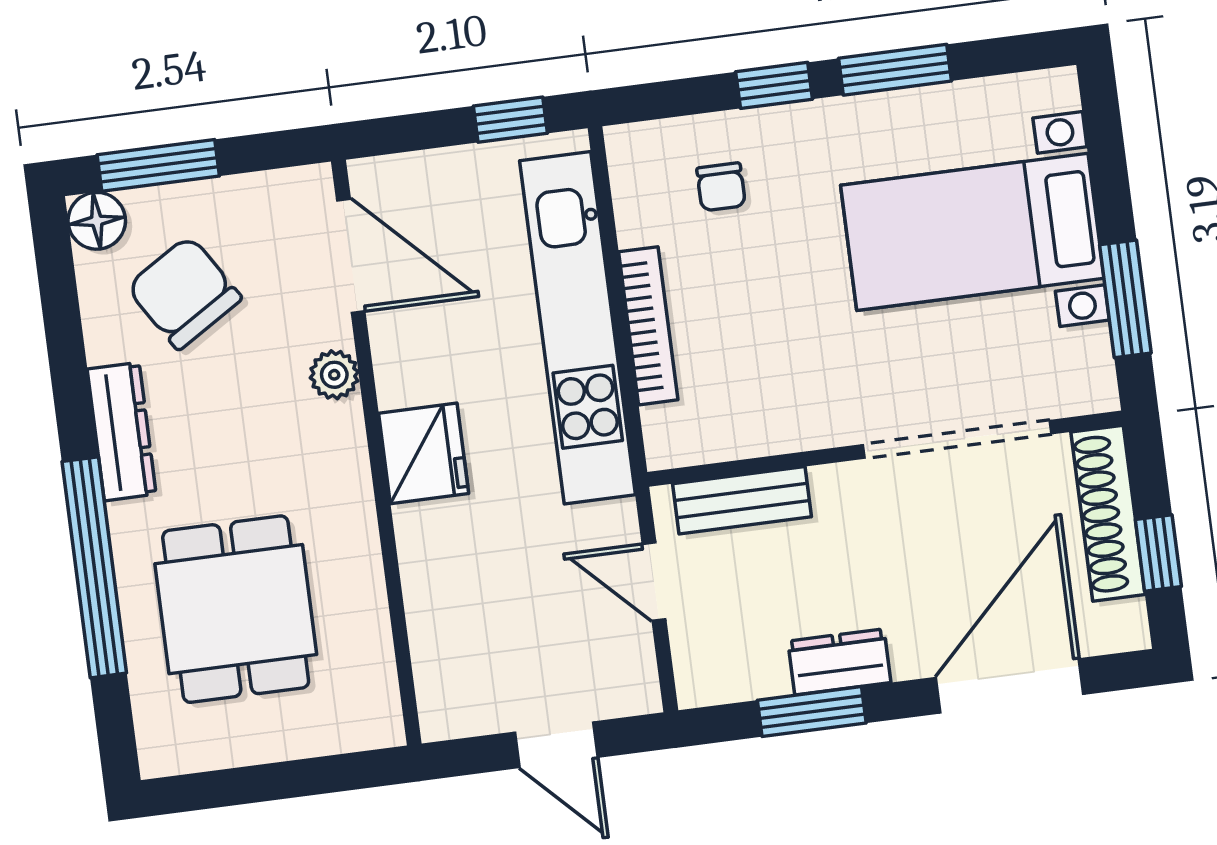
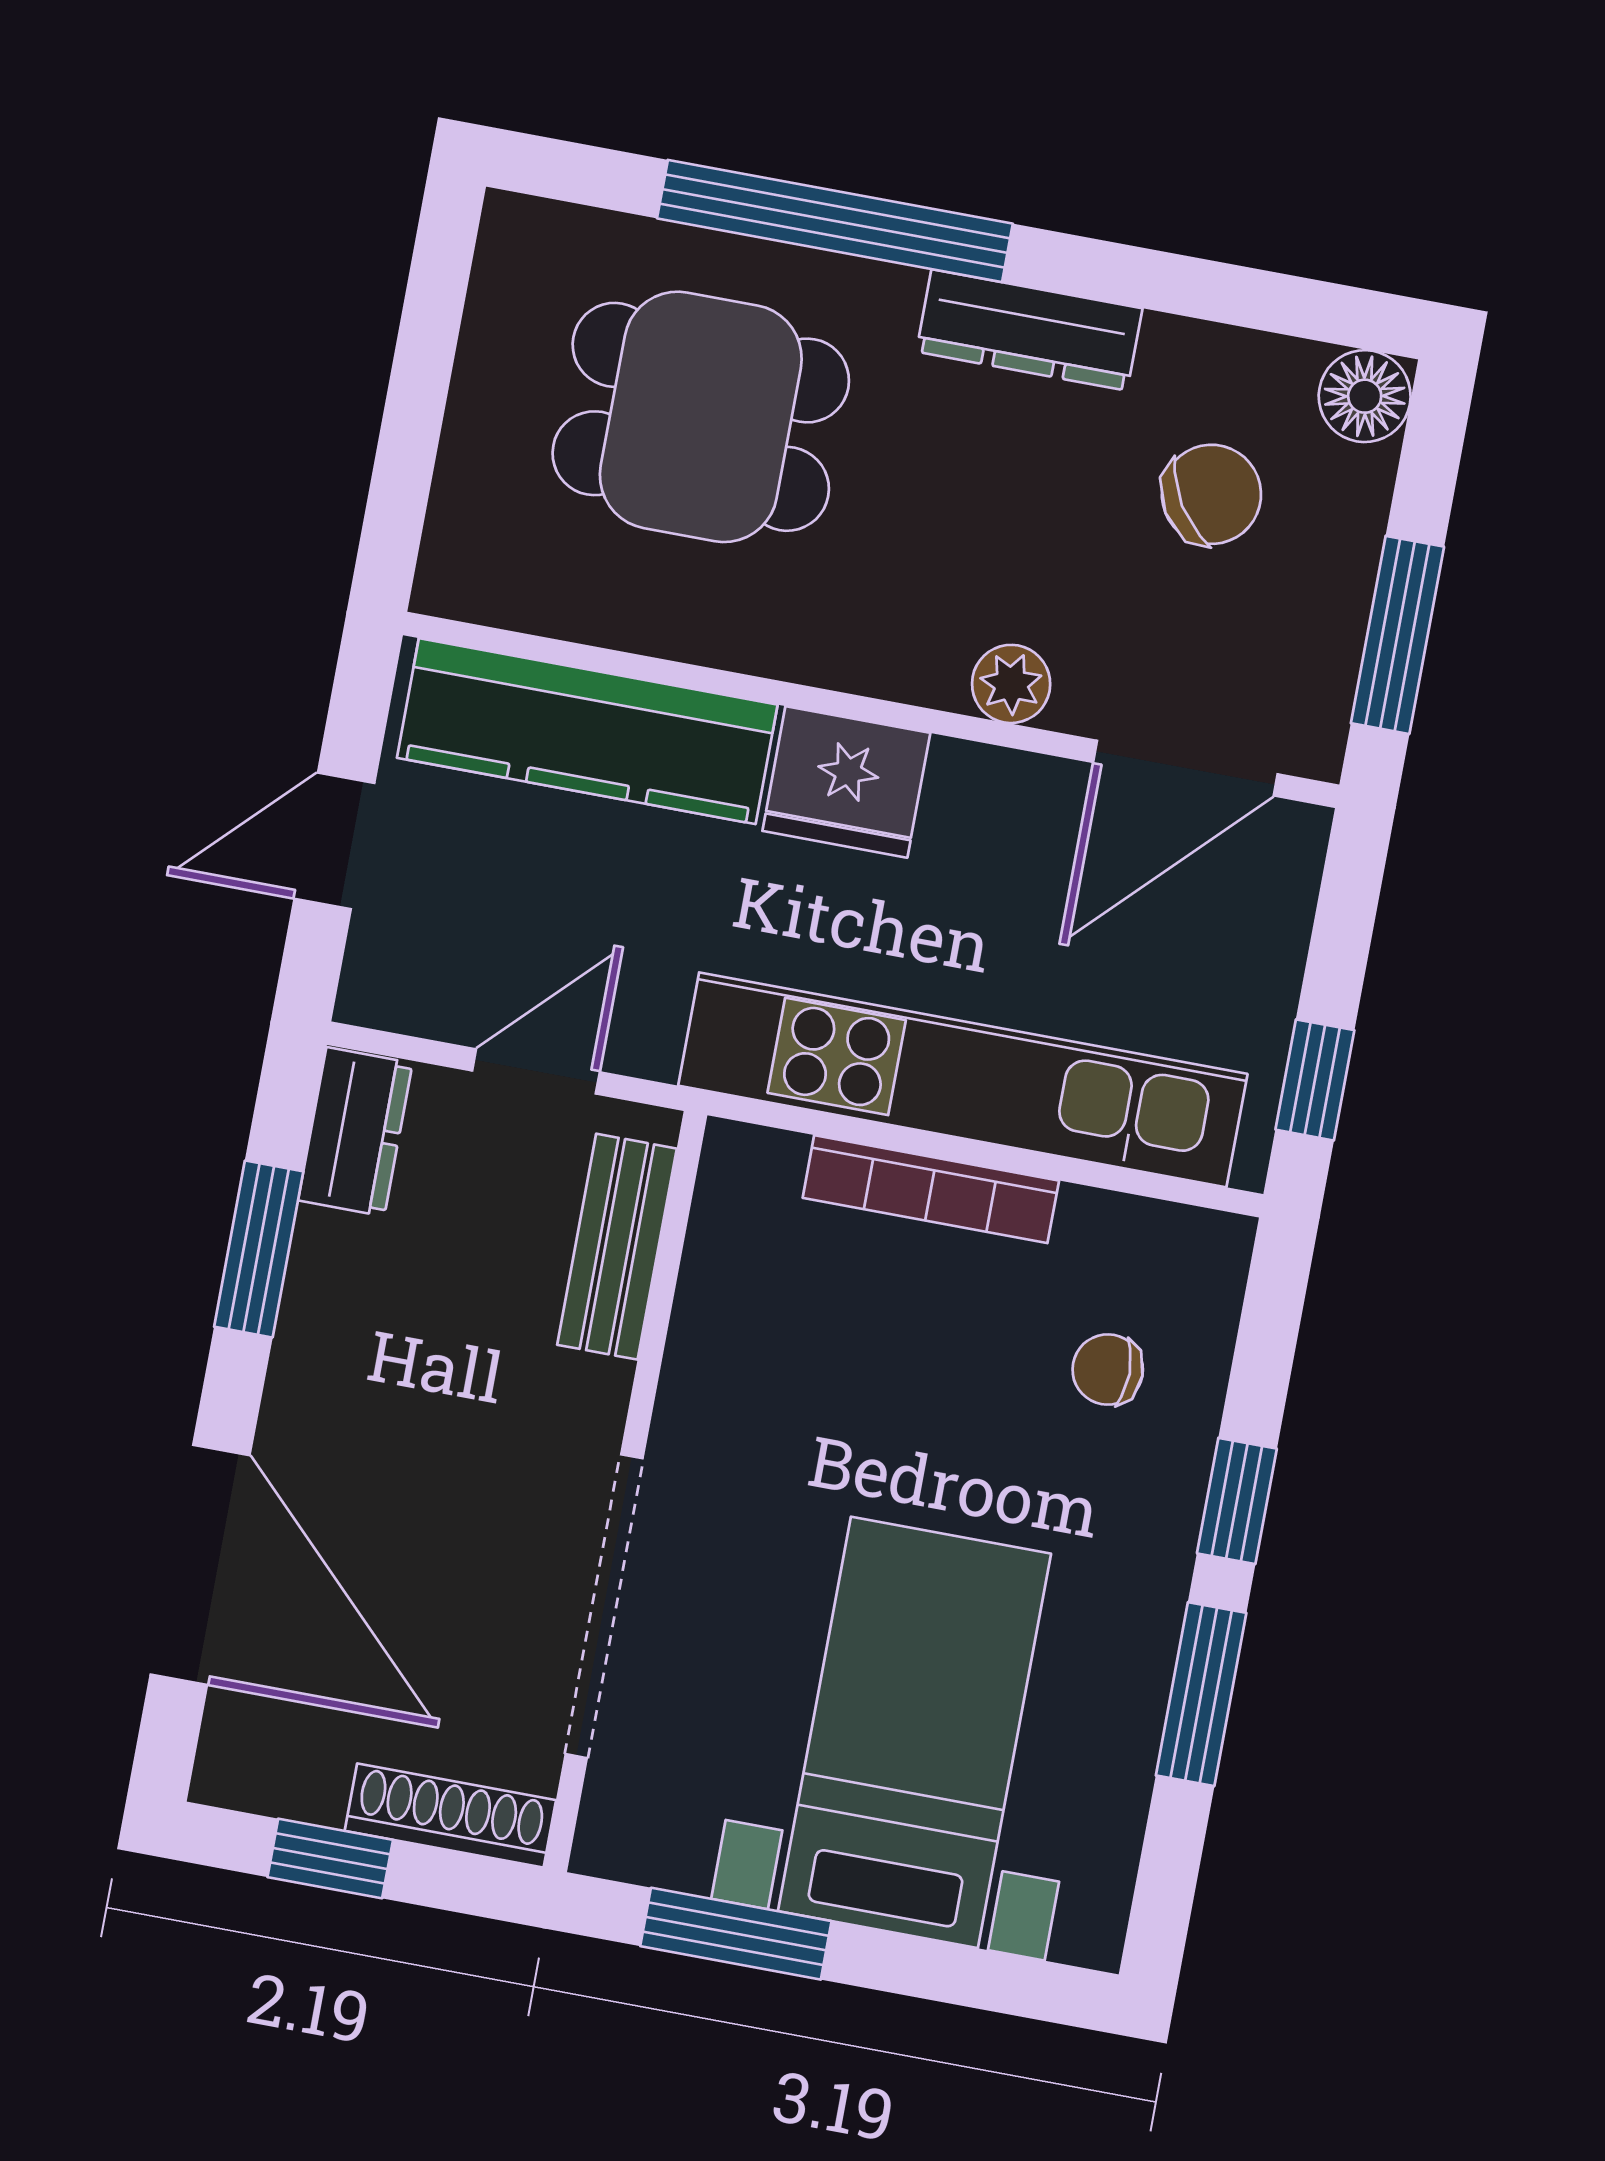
window: (158, 165) -> (1397, 635), moved
chair: (184, 293) -> (1211, 494), width x0.73, depth x0.73
shoe rack: (1108, 513) -> (450, 1815), width x0.74, depth x0.81
kitchen counter: (443, 616) -> (587, 731), added
dresser: (839, 662) -> (355, 1132), moved

